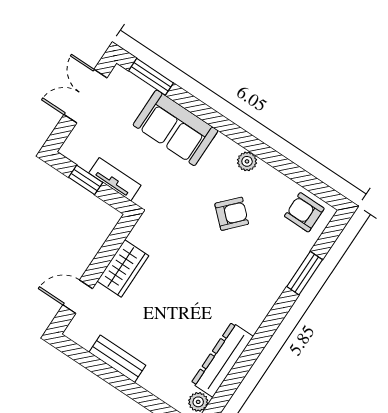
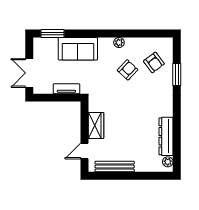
double door: (85, 96) -> (29, 73), moved
window: (86, 180) -> (54, 98), removed
armchair: (304, 212) -> (154, 62), moved, turned -127
bench: (117, 359) -> (115, 167), width x1.36

